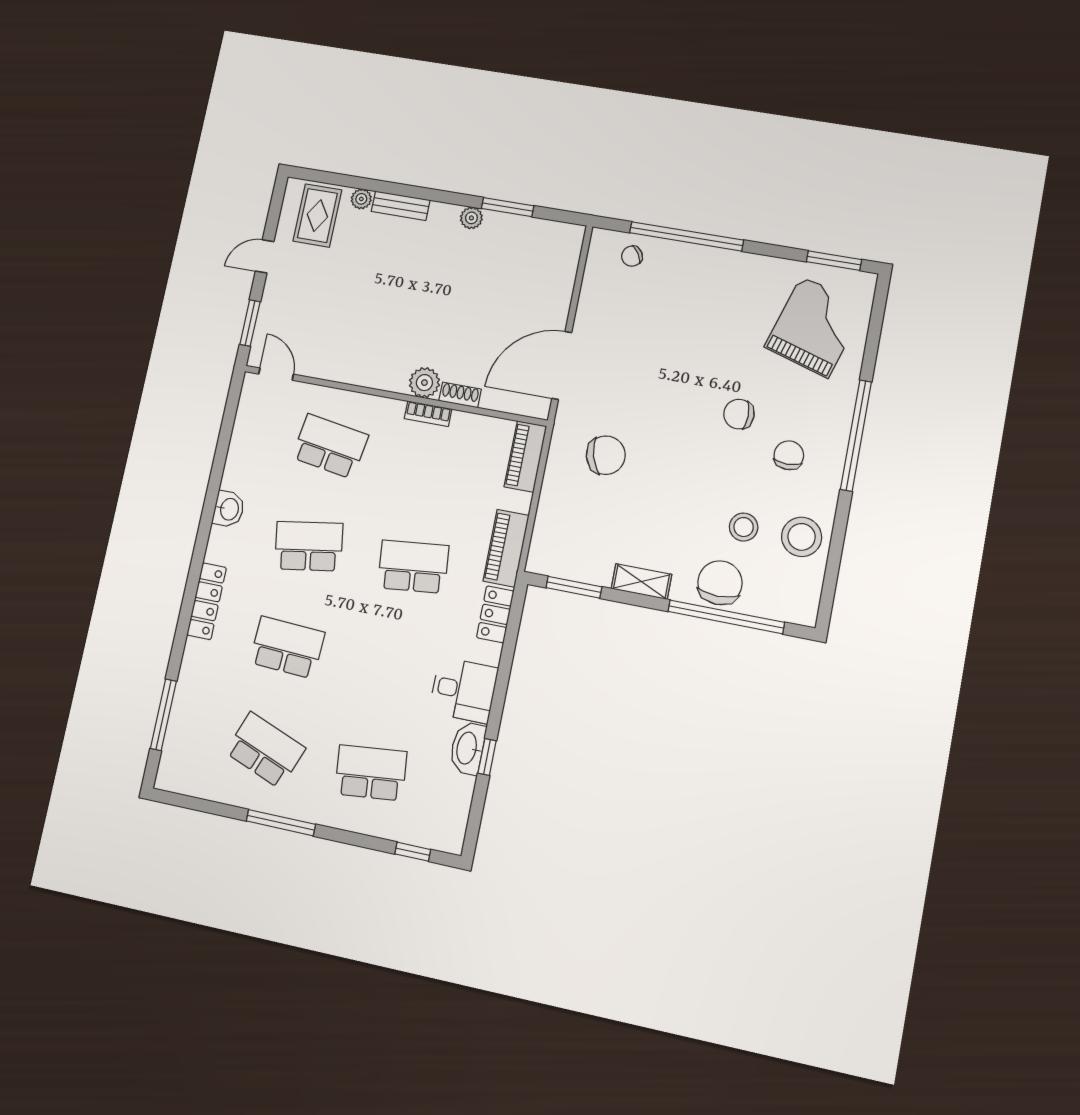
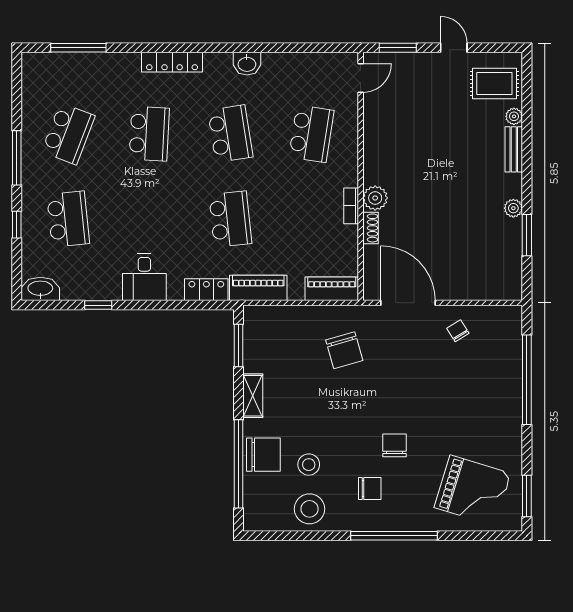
chair: (632, 256) -> (458, 331), moved
washbasin: (467, 748) -> (40, 289), moved
window: (413, 852) -> (17, 225), moved

